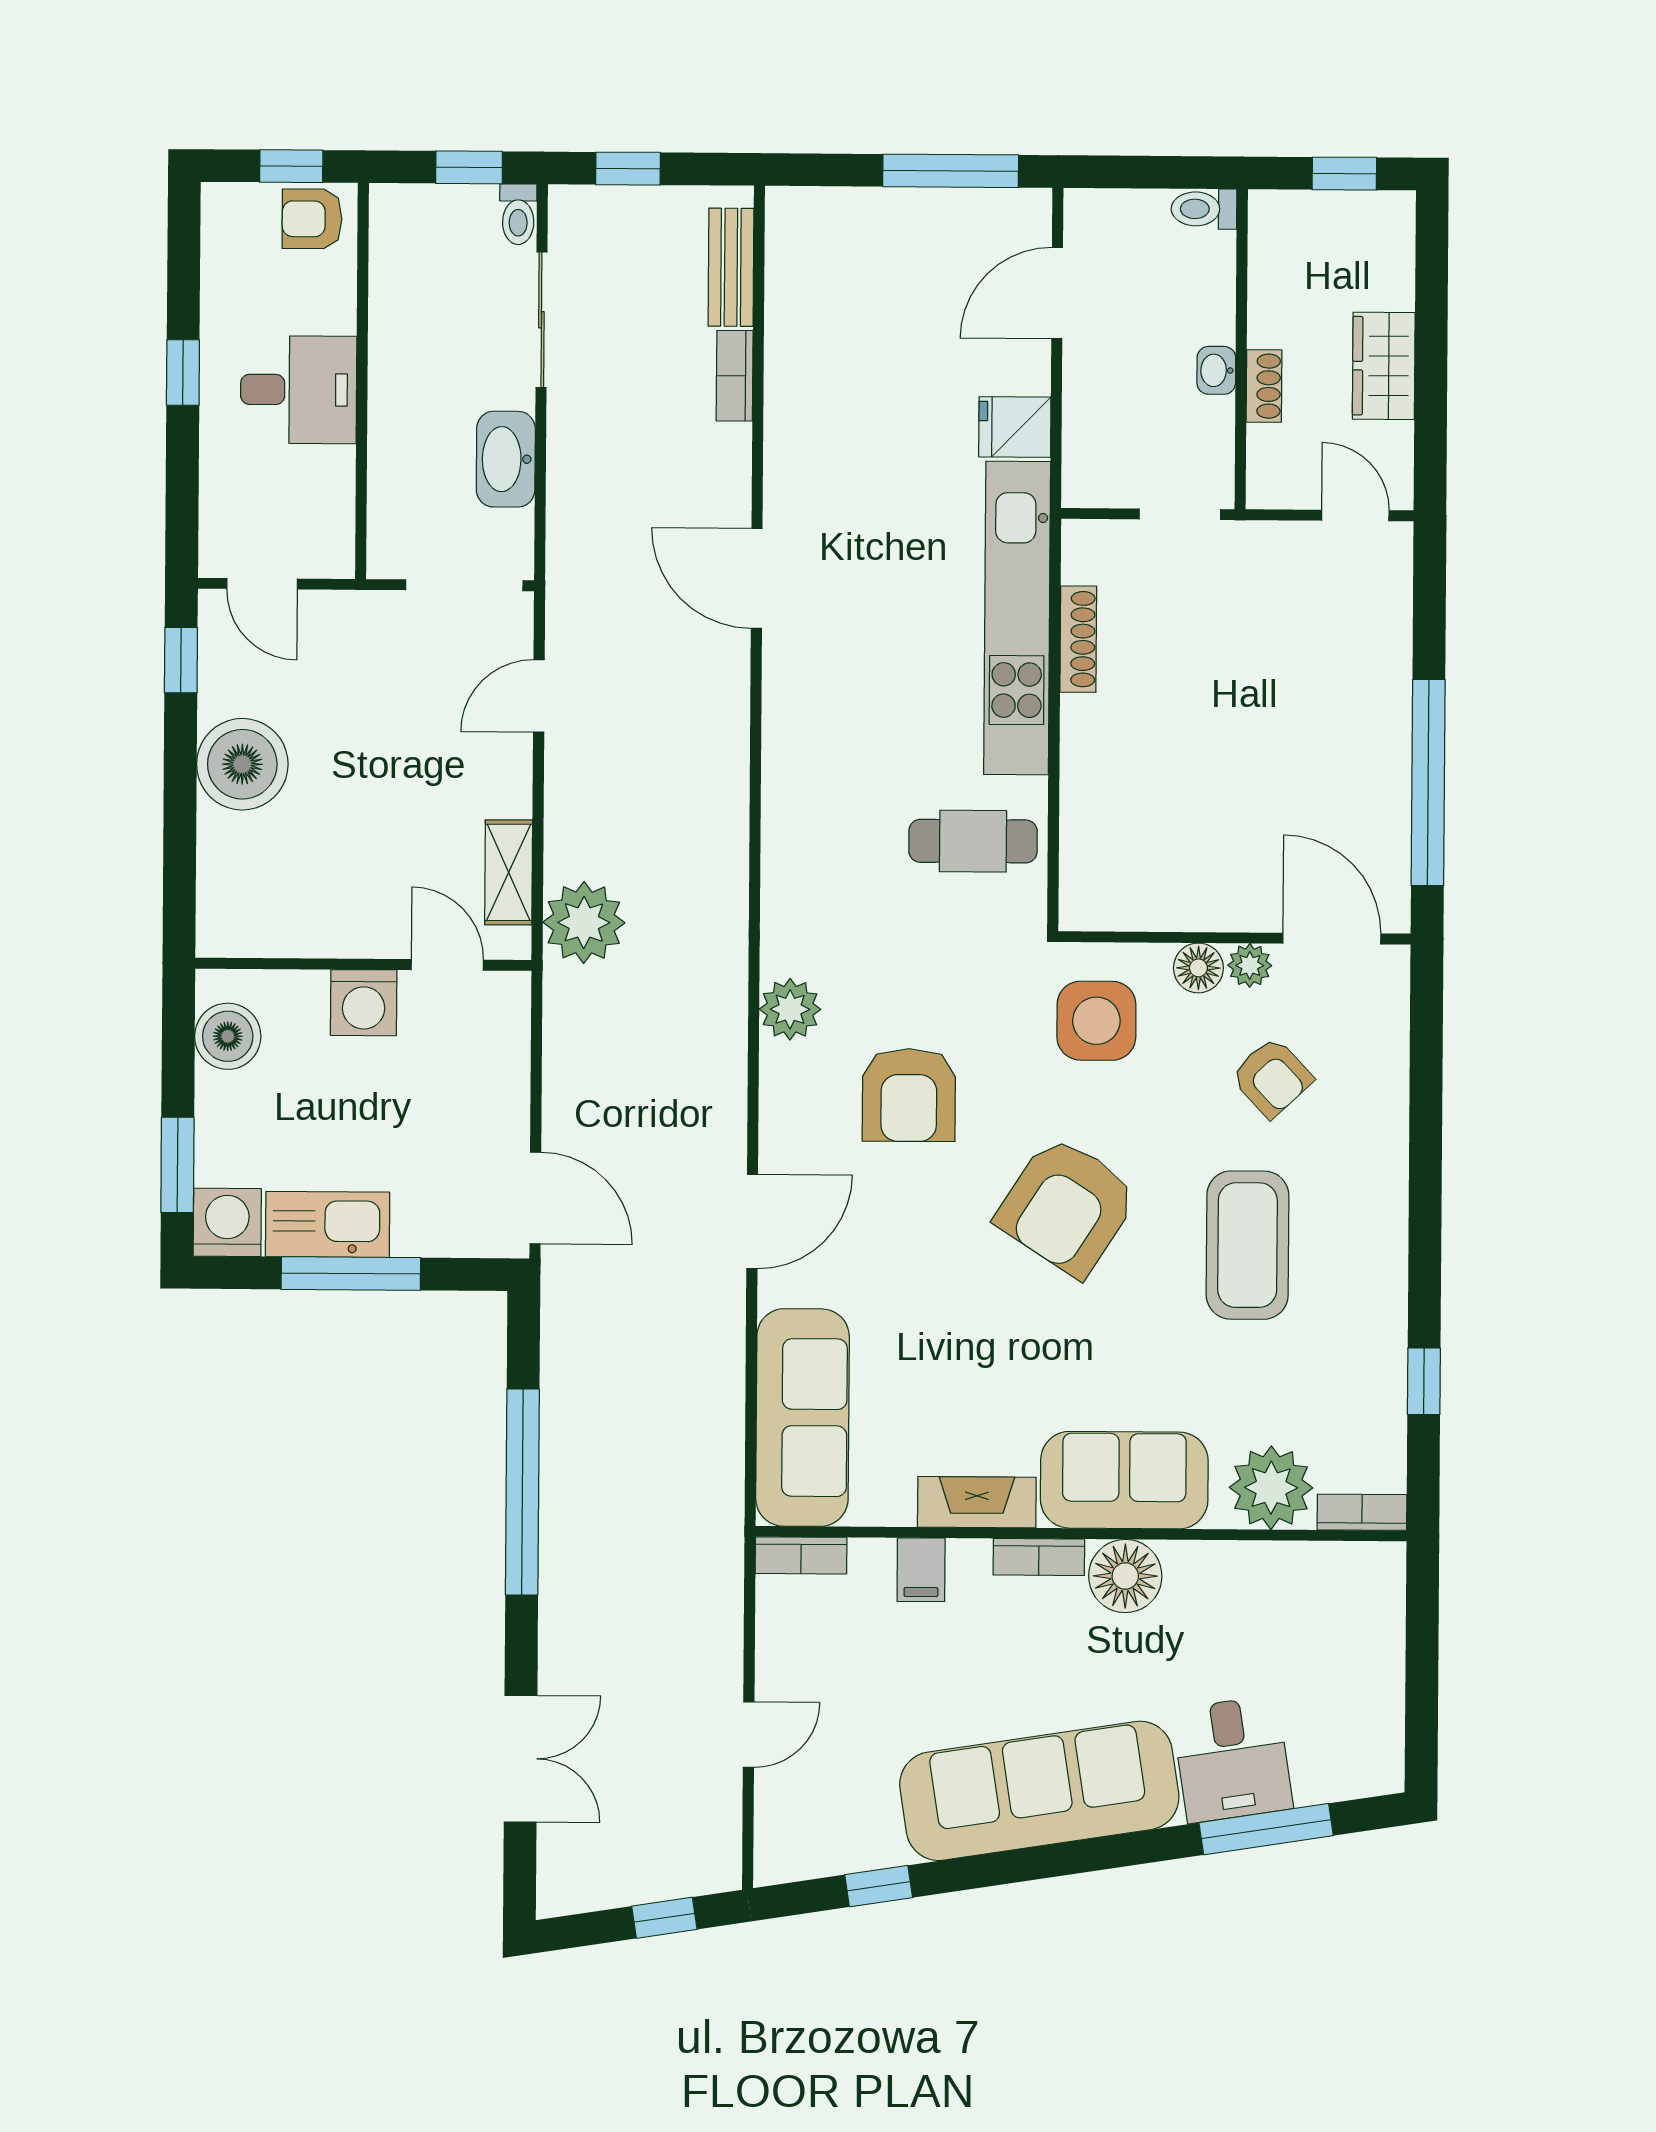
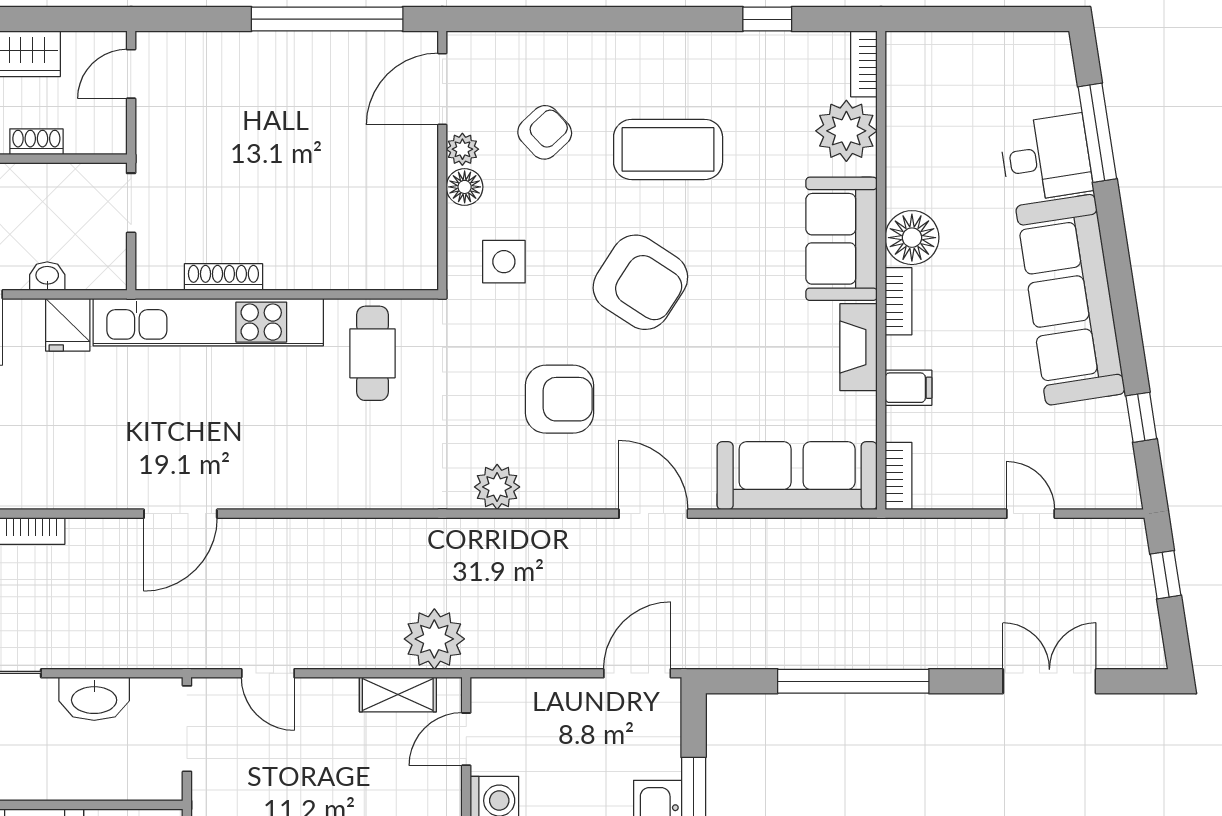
washbasin: (1216, 370) -> (47, 276), moved, turned 180
side table: (1096, 1021) -> (504, 262), width x0.73, depth x0.73

